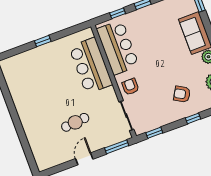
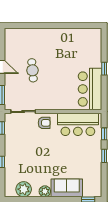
bar counter: (91, 66) -> (90, 89), moved, turned -90
armchair: (182, 94) -> (24, 160), removed

